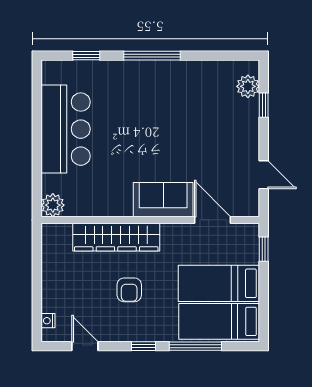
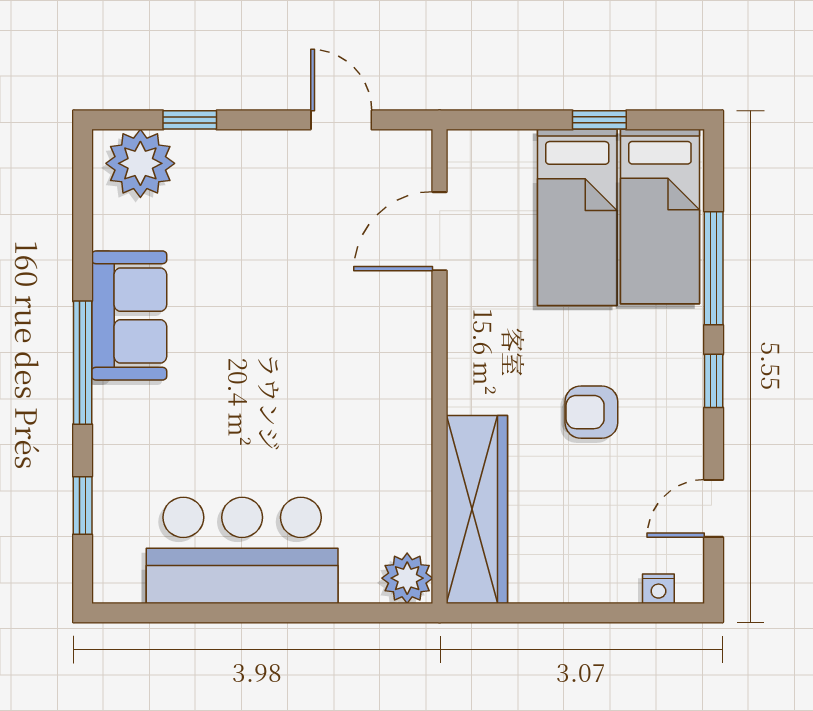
plant: (248, 86) -> (140, 163), width x1.36, depth x1.36
door: (264, 175) -> (341, 120), hinge flipped
sofa: (163, 200) -> (129, 315), moved, turned 180
wardrobe: (116, 237) -> (477, 510), moved
window: (264, 249) -> (599, 120), moved
armchair: (129, 290) -> (591, 412), turned 180

